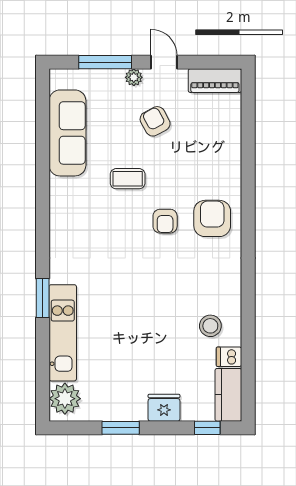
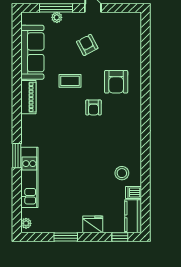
plant: (134, 77) -> (57, 17), moved
piano: (215, 81) -> (28, 97), moved, turned -90
armchair: (212, 218) -> (116, 82), moved, turned 180
plant: (65, 399) -> (26, 223), width x0.53, depth x0.53

